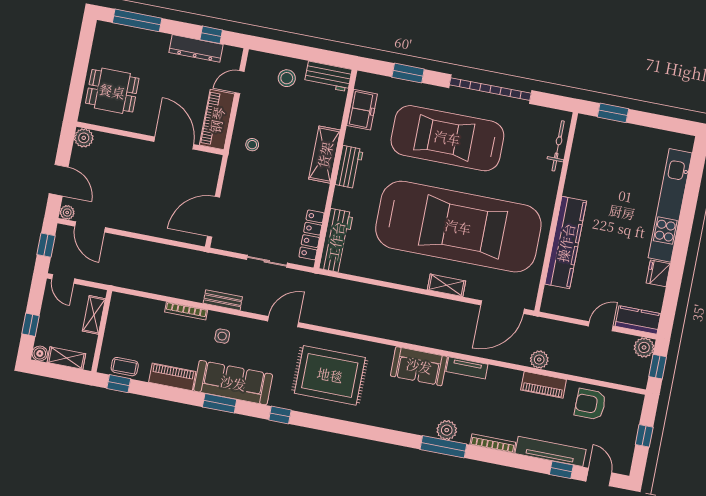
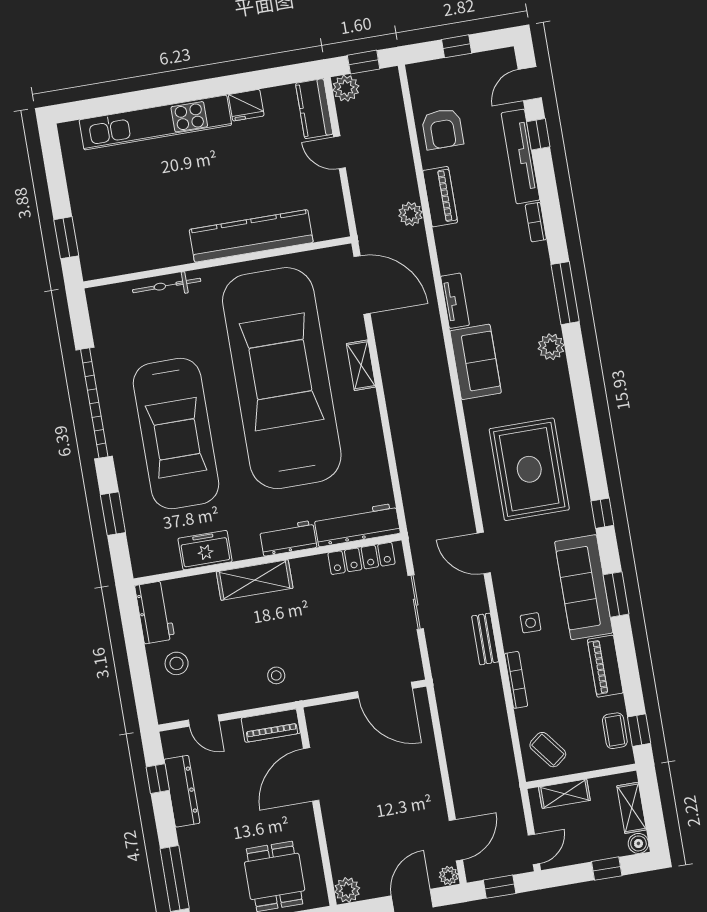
freezer: (362, 110) -> (205, 550), moved
piano: (217, 120) -> (271, 726), width x0.73, depth x0.75
bicycle: (558, 146) -> (167, 285), moved
workbench: (349, 167) -> (288, 538), moved
coffee table: (129, 315) -> (548, 750), added
plant: (447, 430) -> (551, 347), moved
bookcase: (493, 443) -> (536, 222), width x0.64

